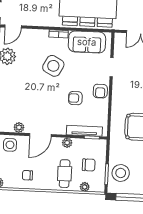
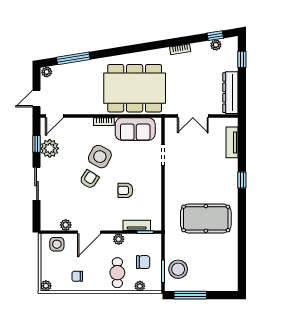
armchair: (100, 91) -> (89, 179), moved, turned -147
tv unit: (84, 131) -> (137, 225), width x0.71

